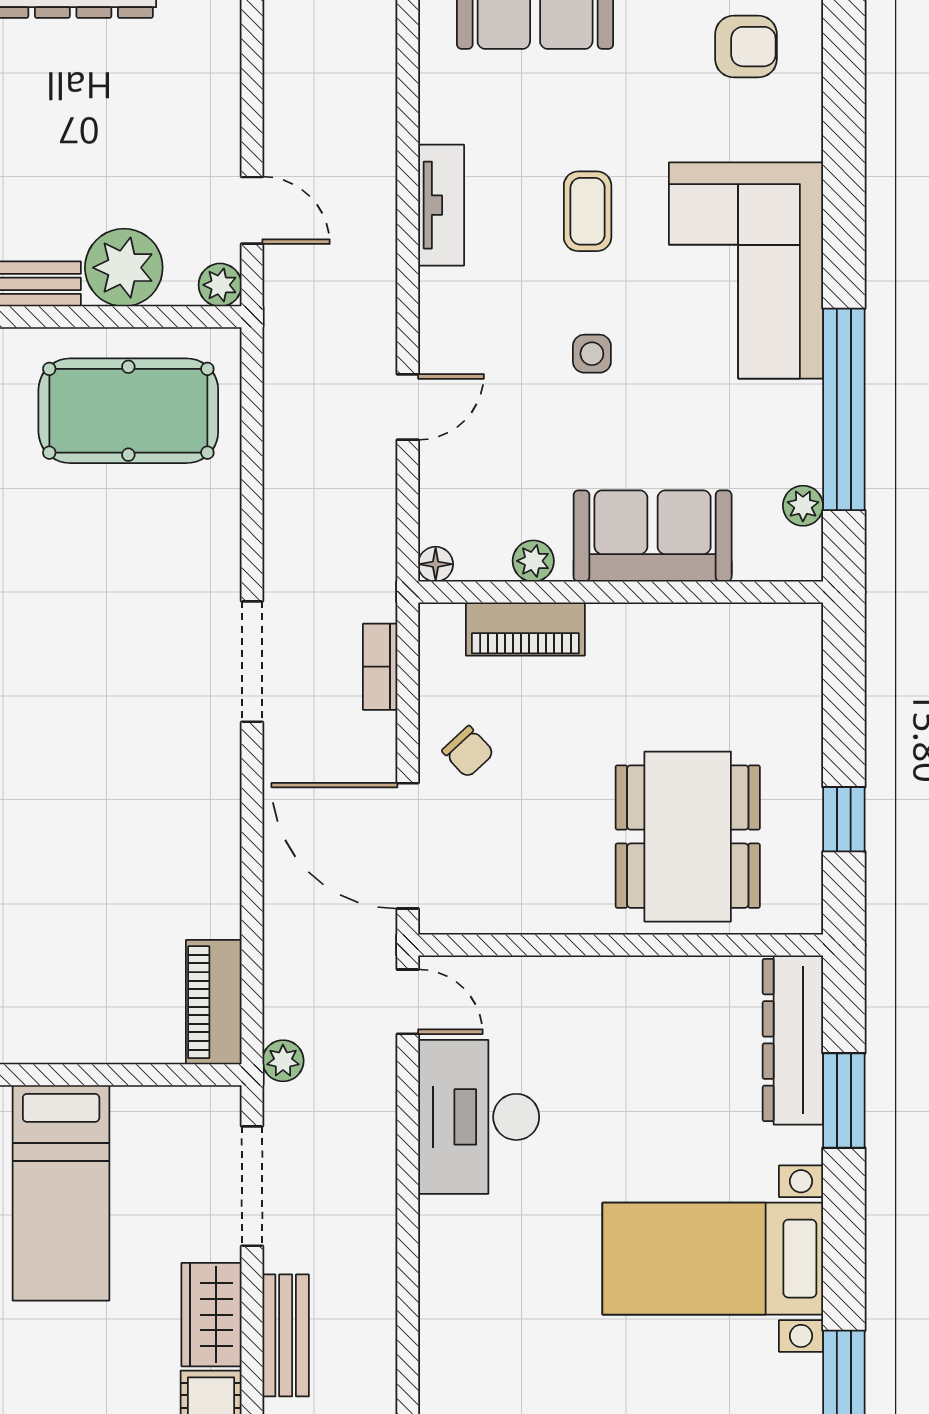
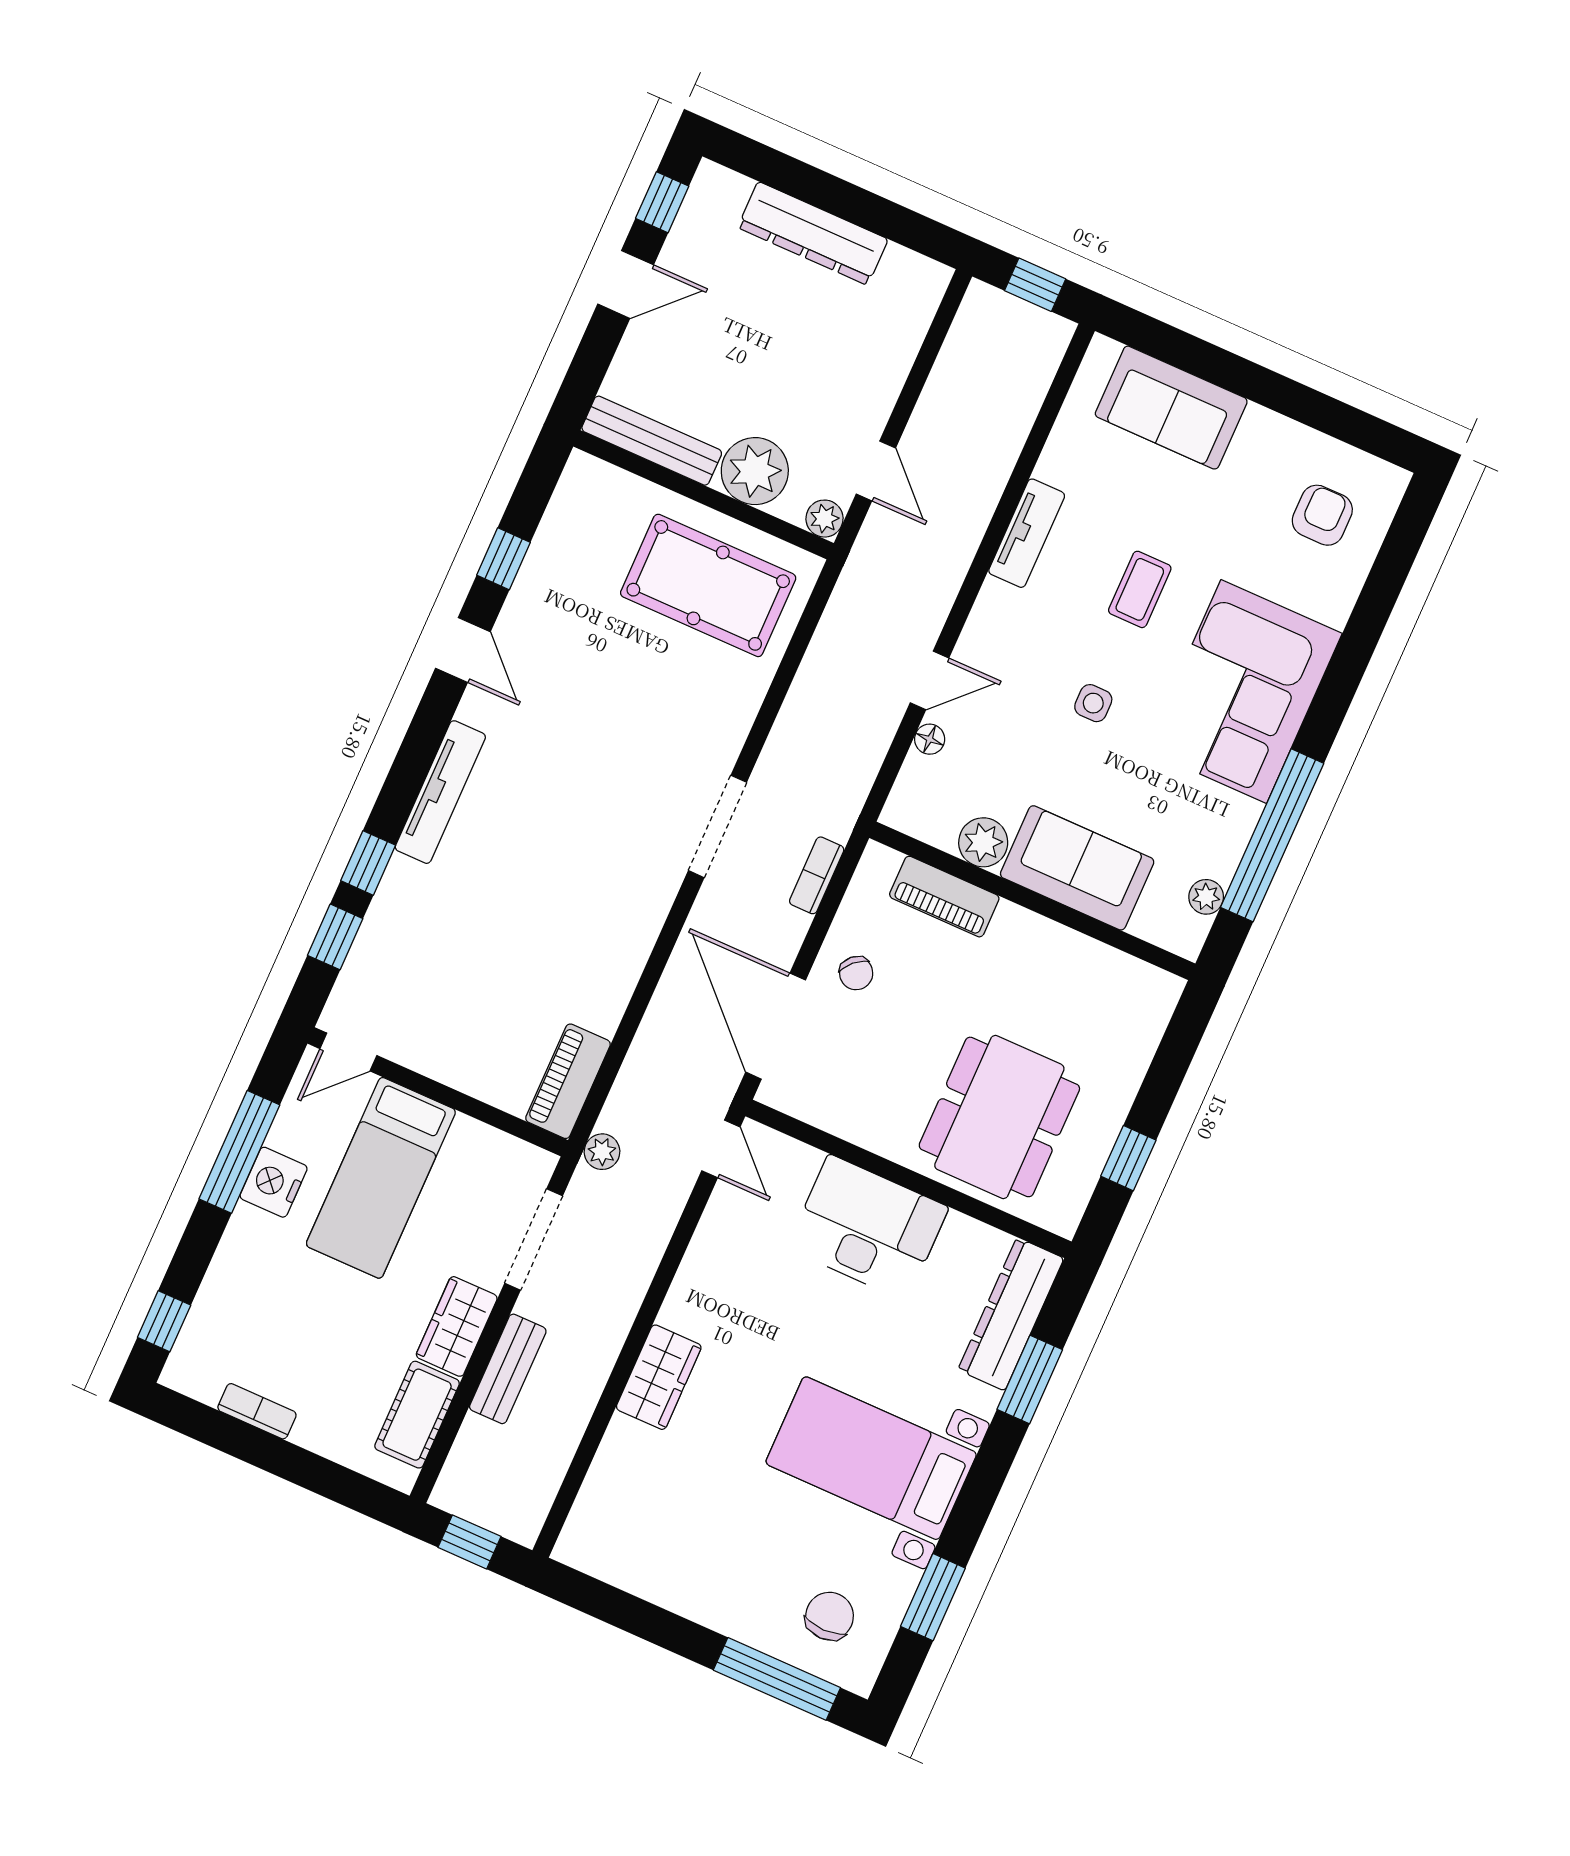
armchair: (746, 47) -> (1322, 515), turned -90
plant: (533, 561) -> (983, 842), width x1.38, depth x1.38
floor lamp: (436, 564) -> (930, 739), moved
desk: (479, 1117) -> (868, 1228), moved, turned 90
wardrobe: (450, 1273) -> (659, 1377), added

